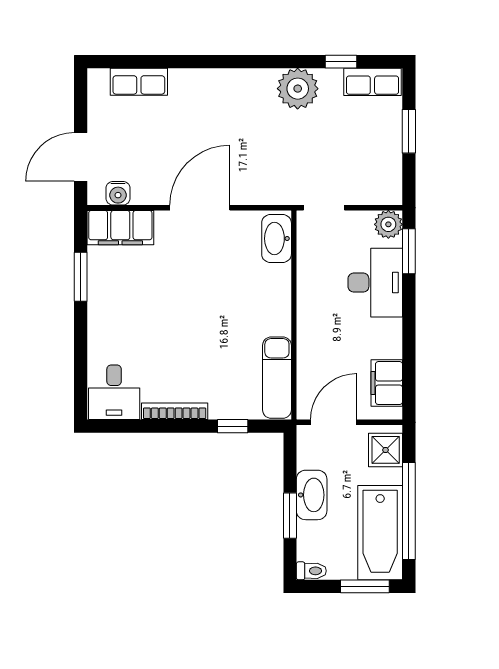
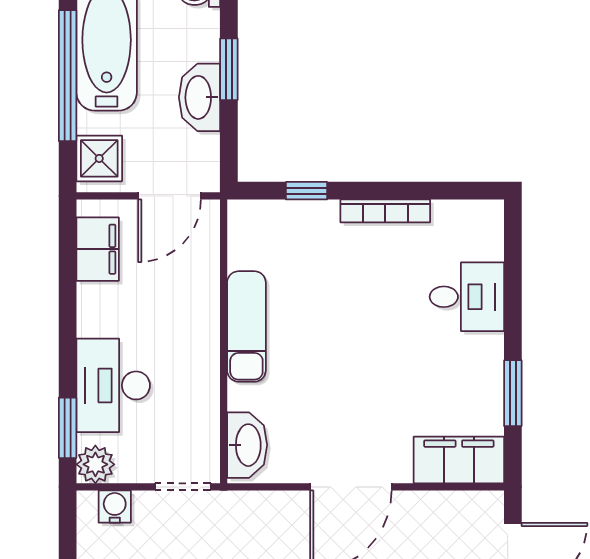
water cooler: (118, 193) -> (115, 507), moved
exam couch: (277, 378) -> (246, 326), moved
desk: (114, 392) -> (467, 297), moved, turned 90

